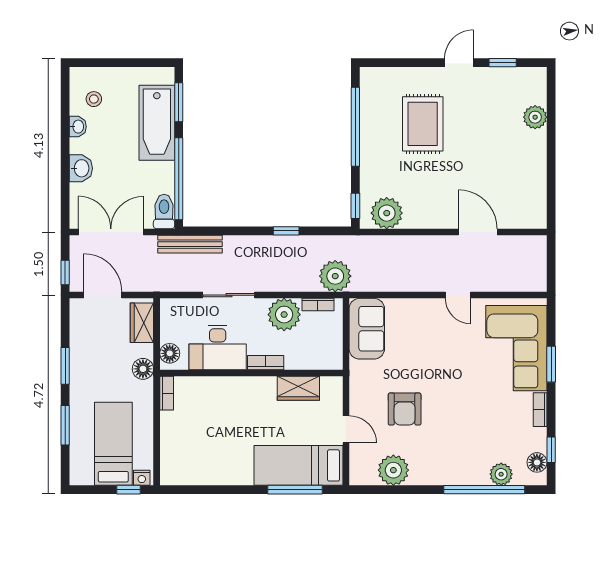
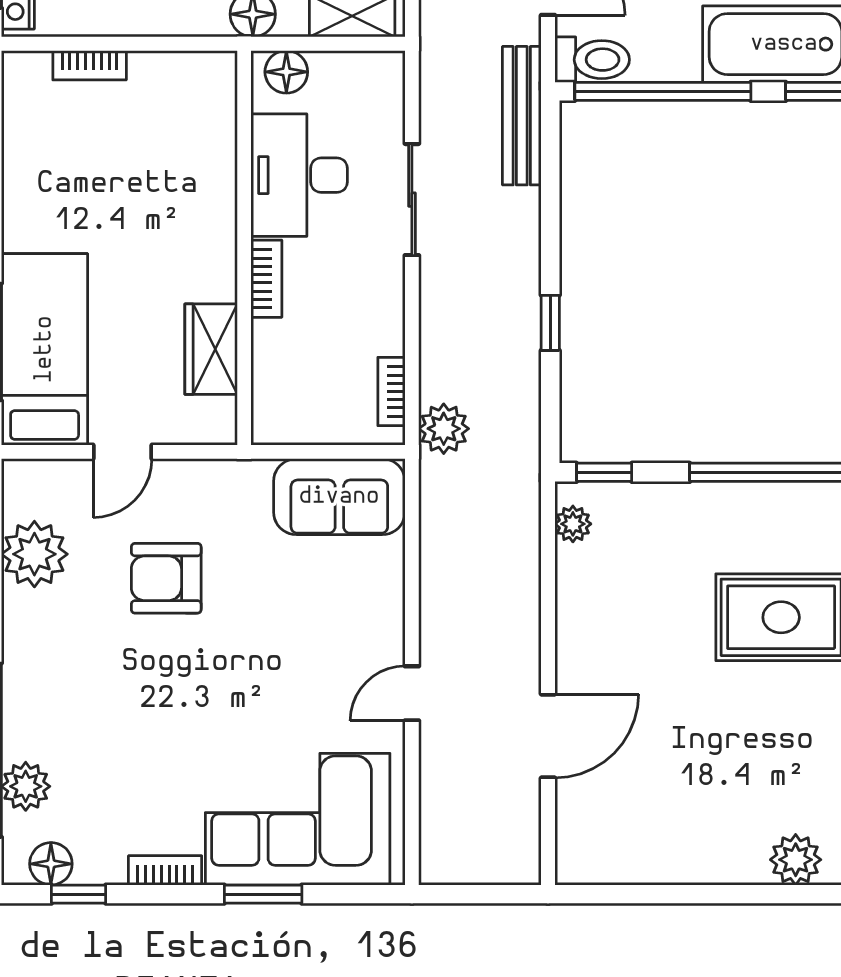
plant: (387, 213) -> (573, 524), width x0.53, depth x0.53
plant: (335, 276) -> (444, 429), width x0.73, depth x0.73
plant: (284, 315) -> (370, 319), removed
bookcase: (167, 393) -> (90, 65), moved

